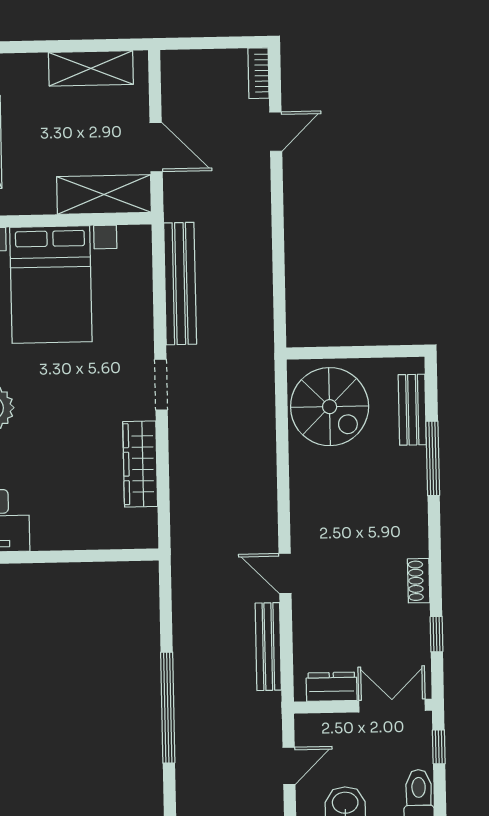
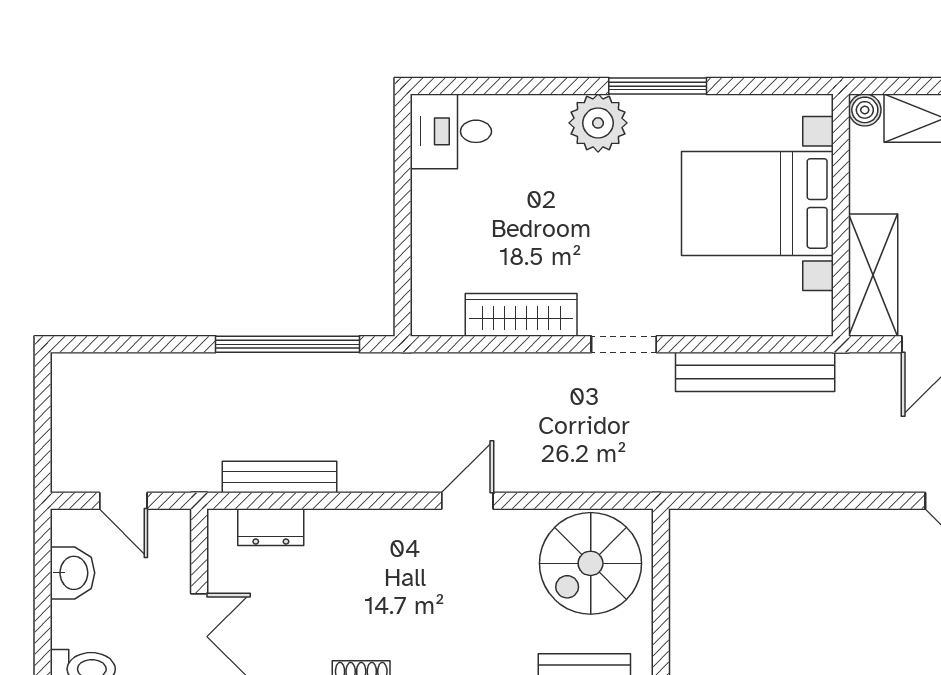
door: (285, 573) -> (467, 501), moved
dresser: (331, 687) -> (271, 527), moved, turned 90
window: (168, 708) -> (288, 344), moved

